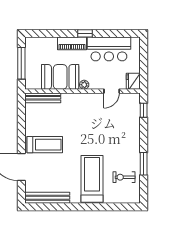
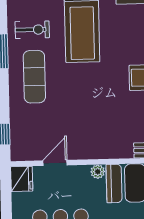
exercise mat: (123, 147) -> (34, 77), added

